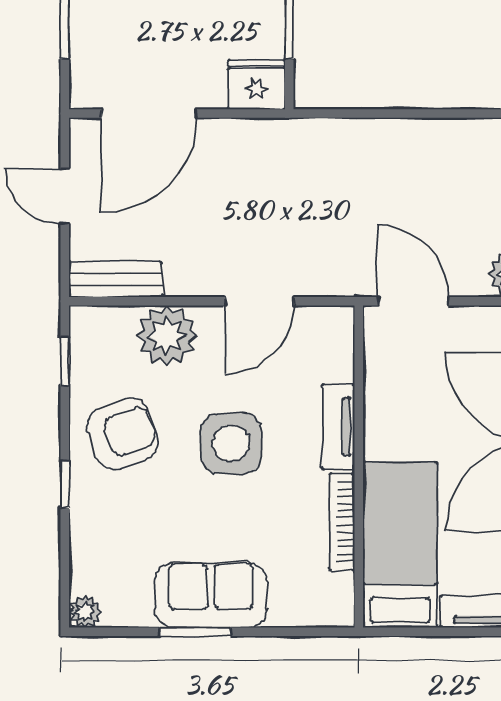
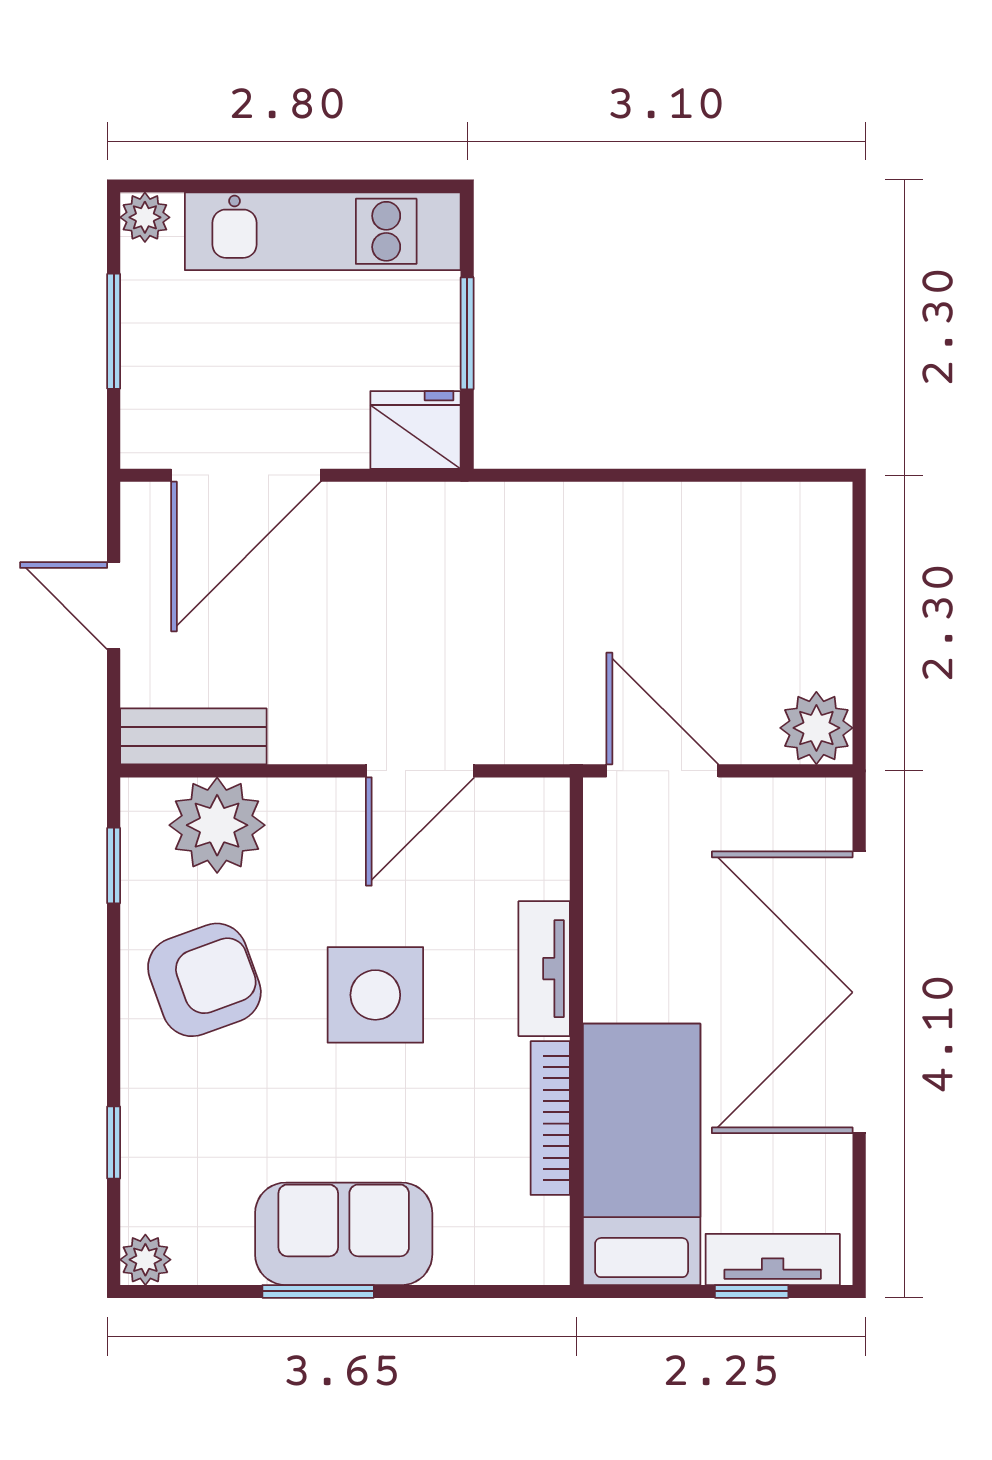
plant: (167, 336) -> (217, 825), moved
window: (65, 485) -> (114, 1142), moved
window: (470, 632) -> (752, 1291), added

